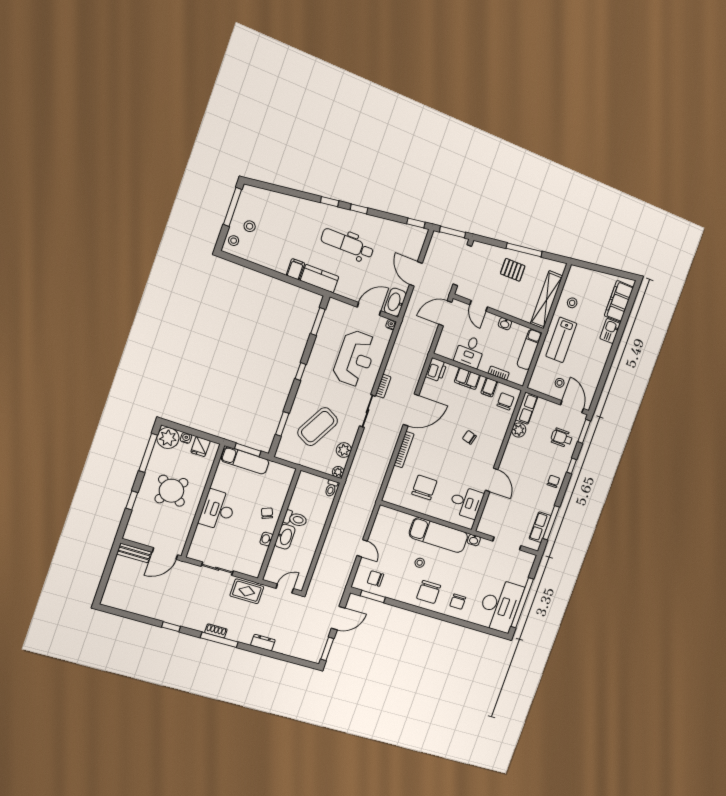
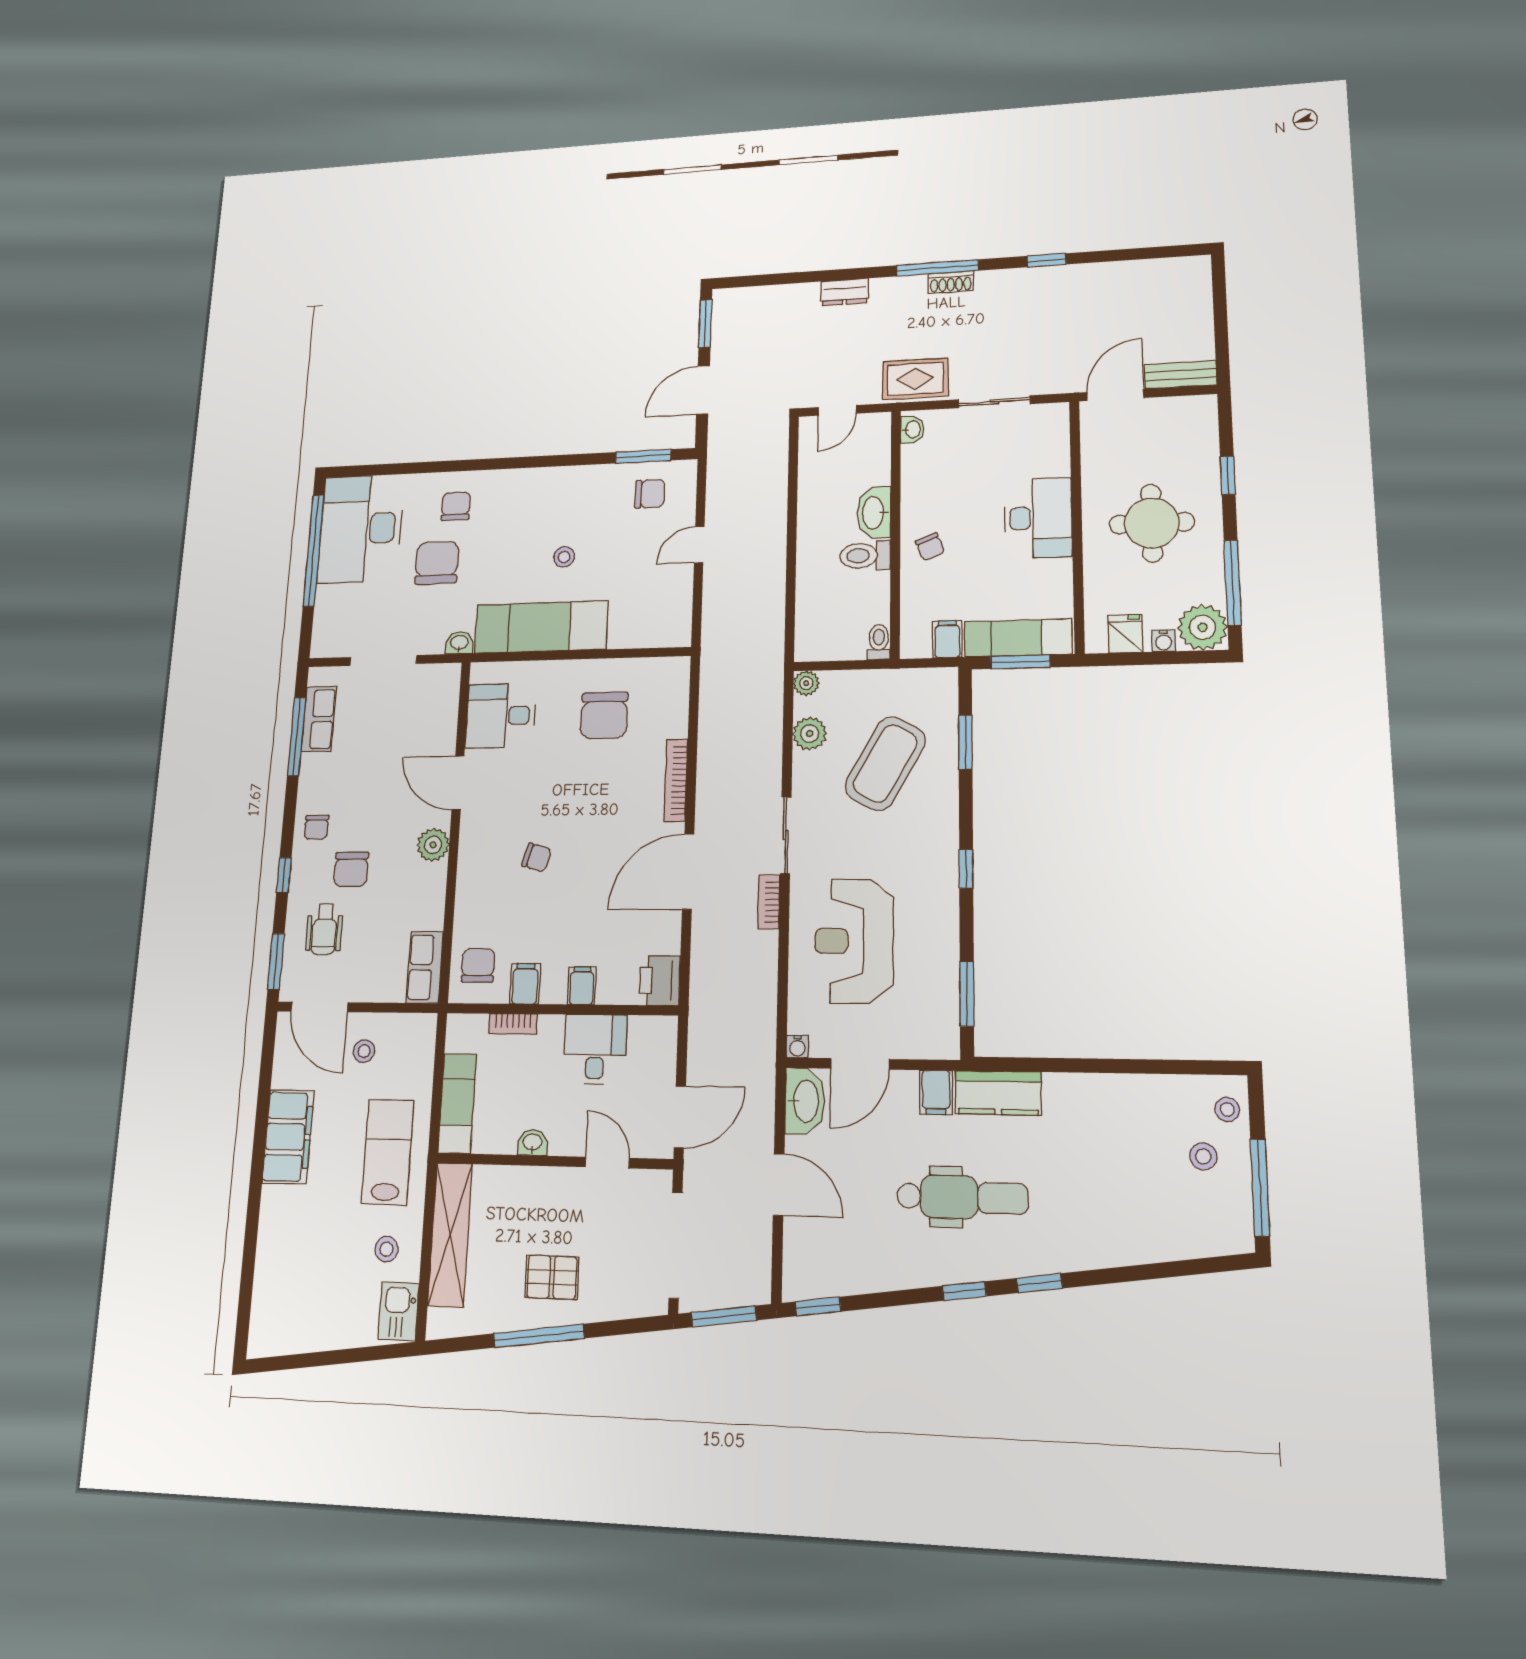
filing cabinet: (295, 269) -> (936, 1092), moved
filing cabinet: (619, 301) -> (288, 1137), moved
kitchen sink: (610, 331) -> (399, 1311), moved, turned 180
filing cabinet: (467, 379) -> (582, 986), width x0.50
chair: (505, 401) -> (478, 965), turned 180
plant: (519, 430) -> (433, 845), moved
wheelchair: (562, 438) -> (324, 929), turned 90
chair: (544, 459) -> (351, 869), added
filing cabinet: (274, 470) -> (947, 639), added
toilet: (331, 488) -> (879, 642), moved
round table: (171, 491) -> (1152, 523), turned -37
washbasin: (266, 539) -> (912, 429), moved
door: (362, 548) -> (699, 545), hinge flipped
chair: (429, 592) -> (437, 563), moved

